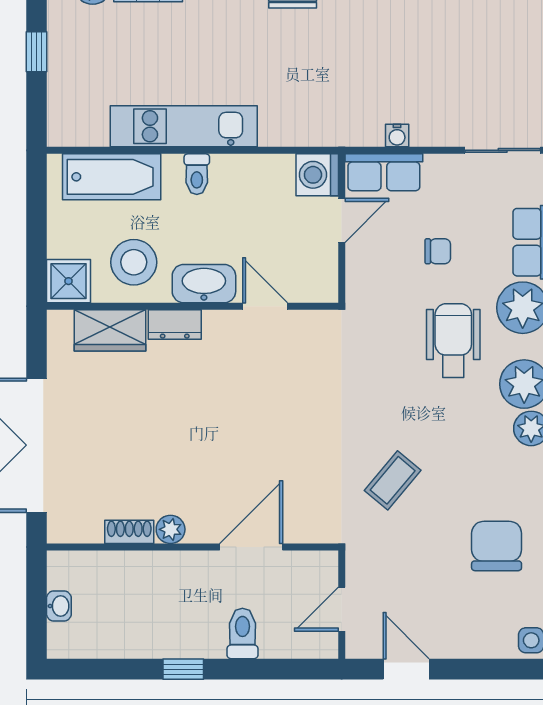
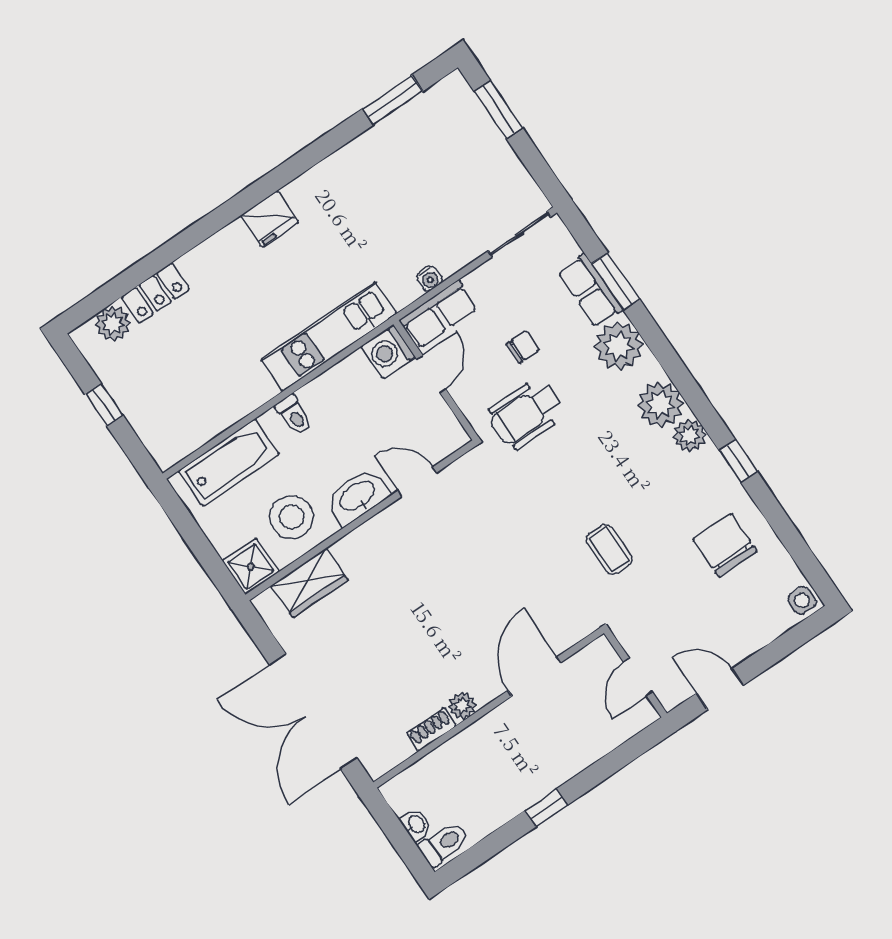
kitchen unit: (184, 126) -> (329, 337), moved
dresser: (175, 325) -> (357, 544), removed
wheelchair: (453, 340) -> (526, 414), moved, turned -90
coffee table: (393, 480) -> (609, 549), turned -40
toilet: (242, 634) -> (444, 844), moved, turned 90

